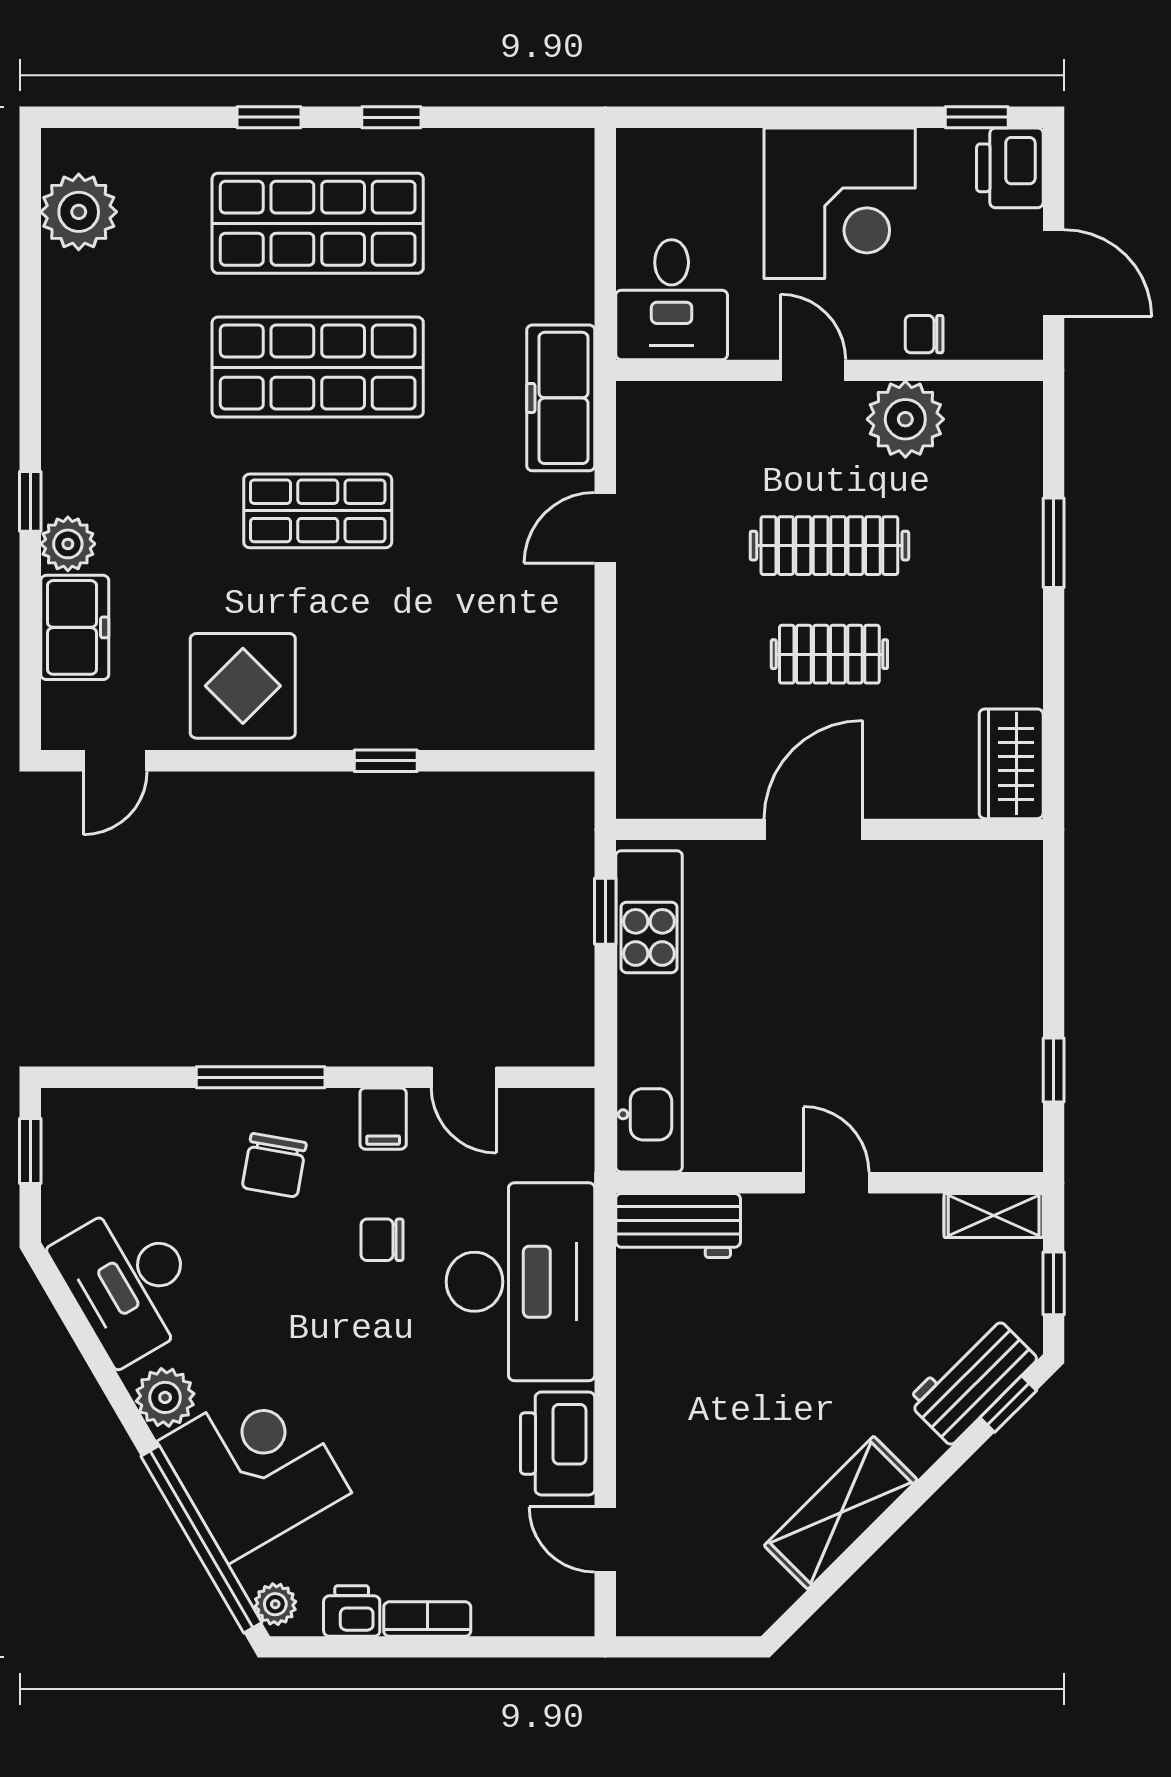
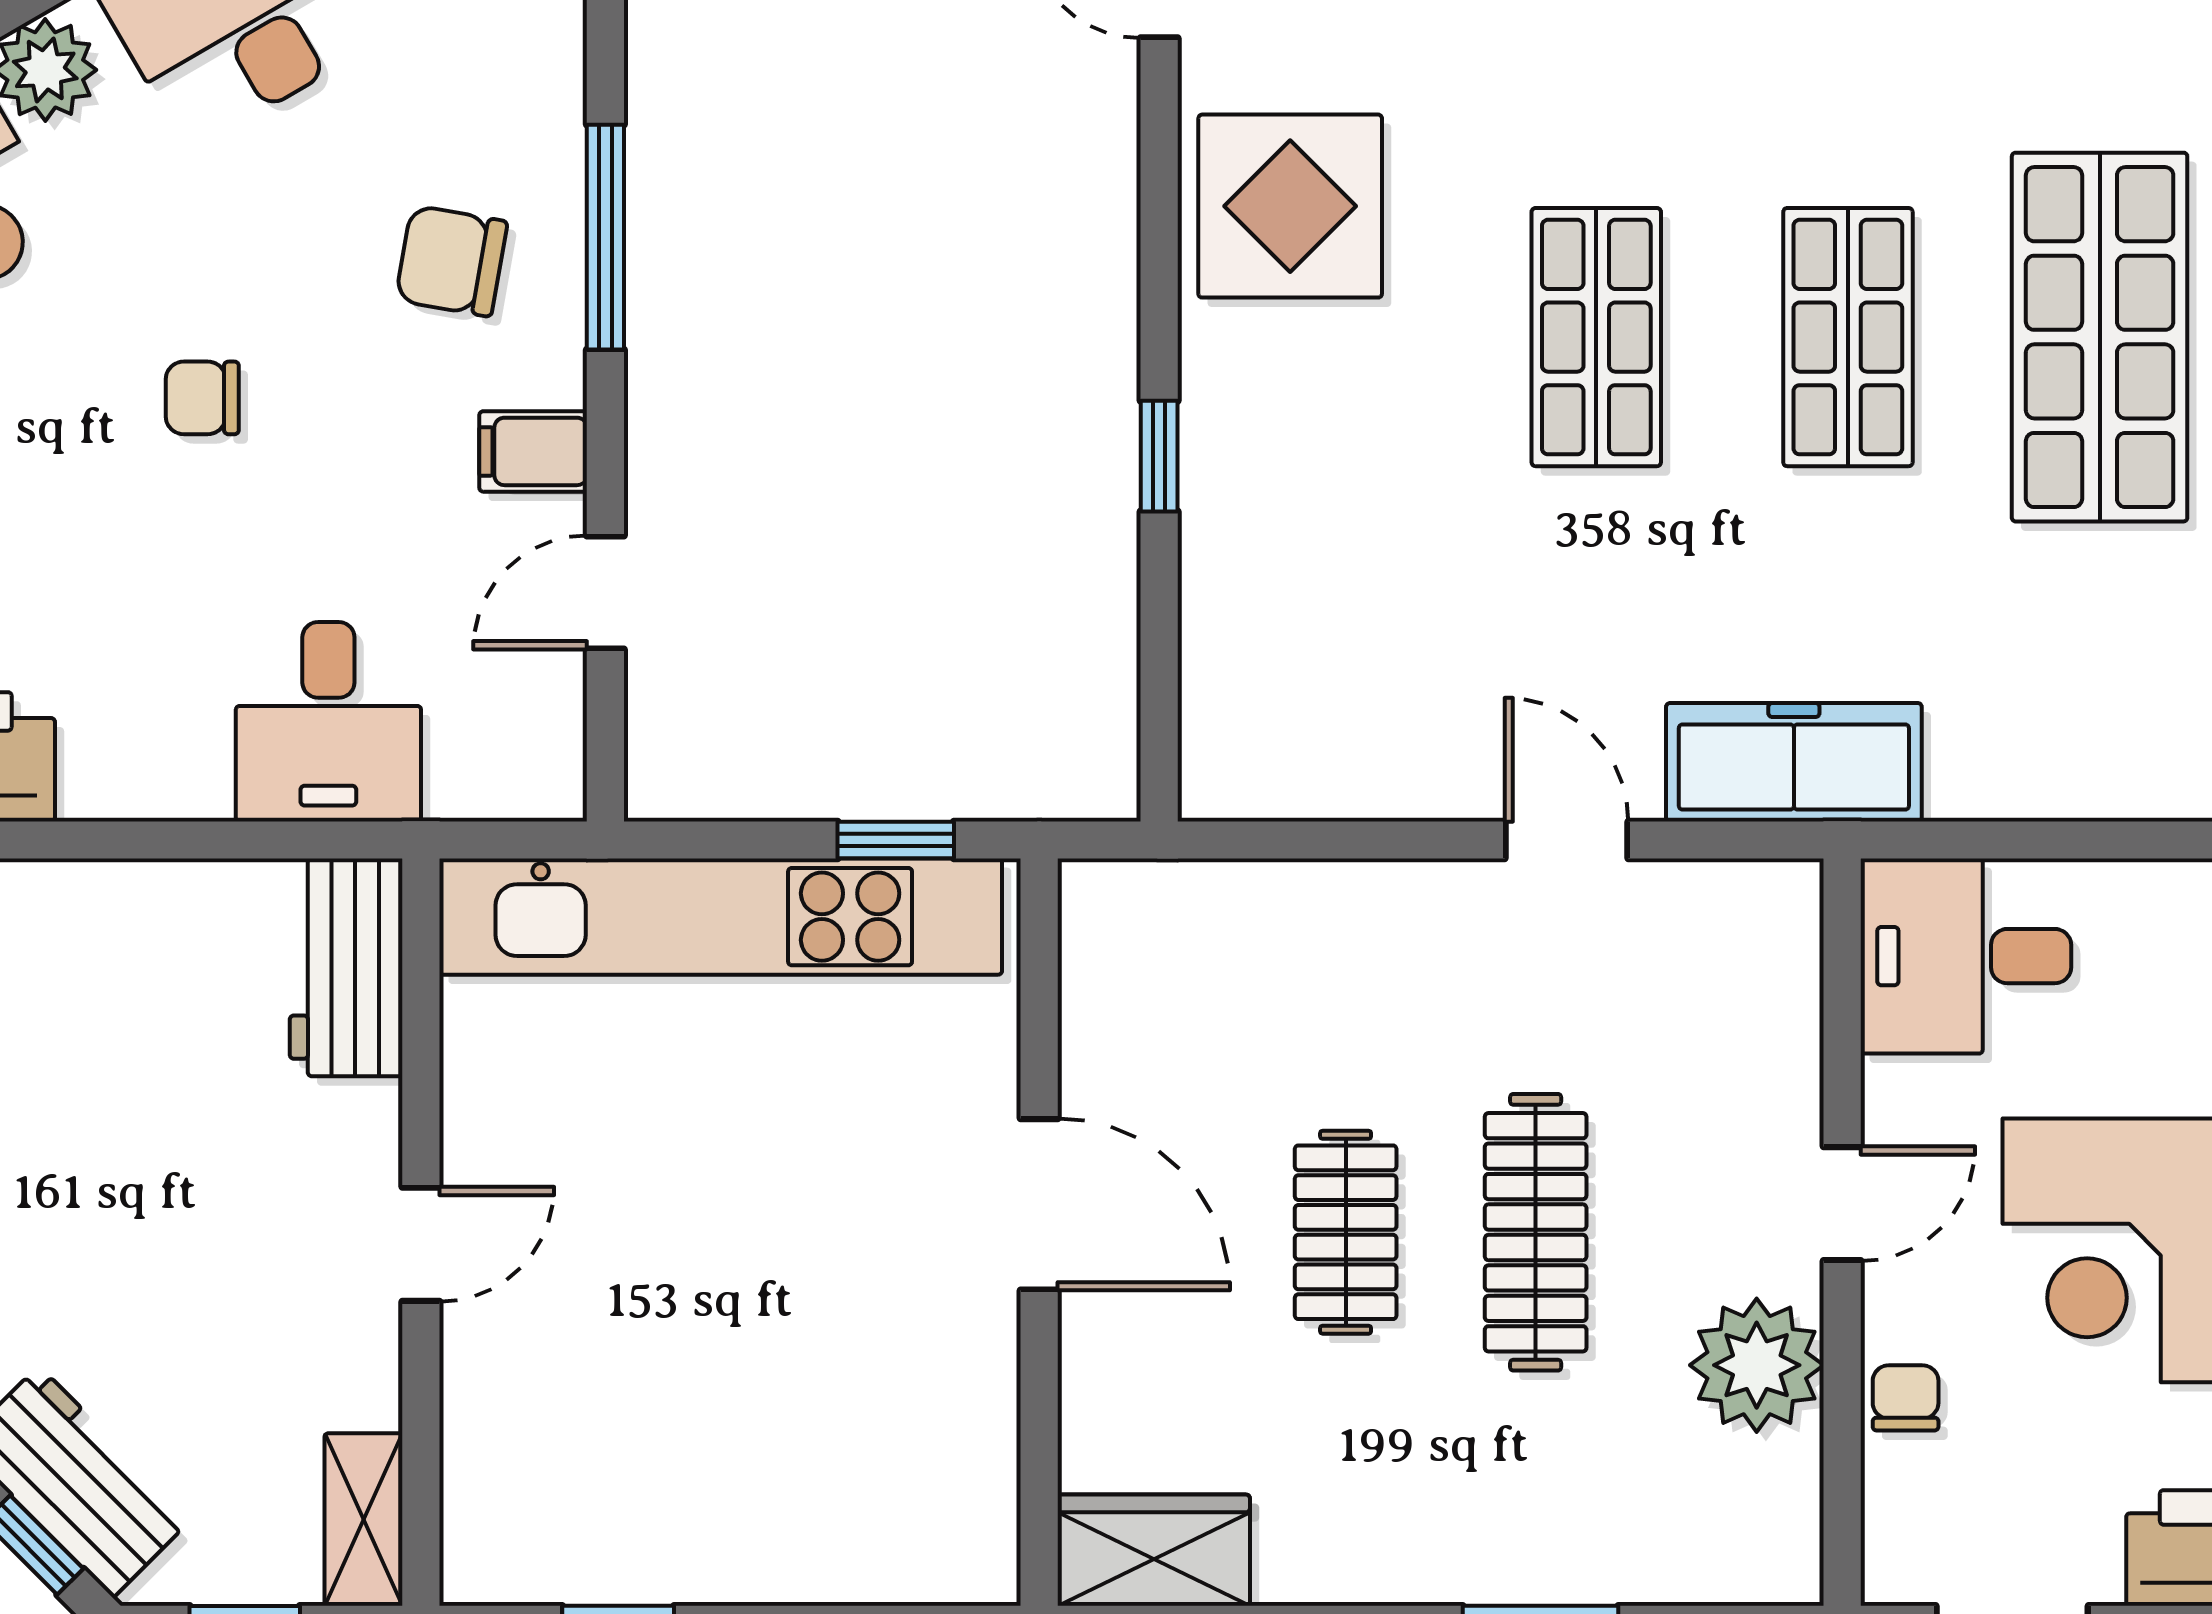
shop shelf: (318, 367) -> (1848, 337), width x0.70, depth x0.74
chair: (382, 1240) -> (202, 398), moved, turned -90
desk: (520, 1282) -> (328, 722), width x0.53, depth x0.77

